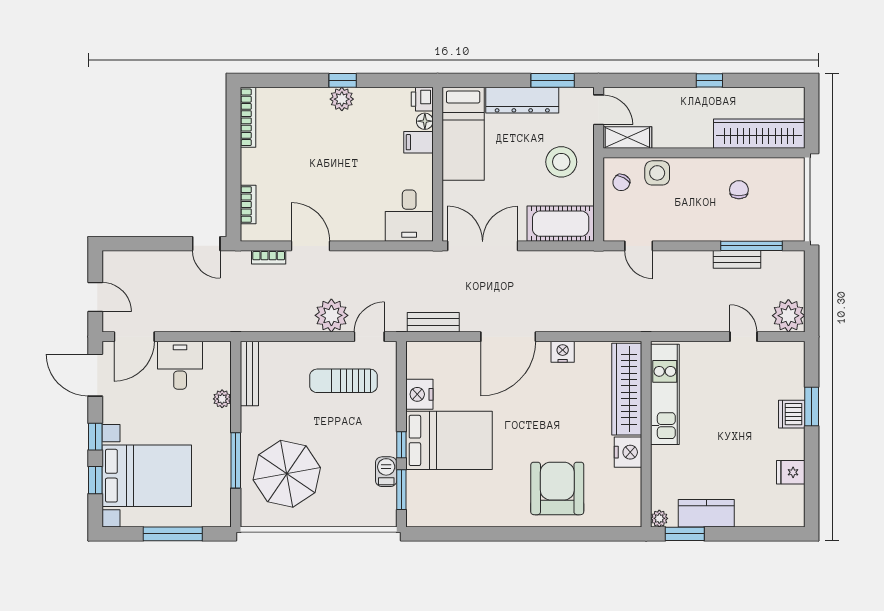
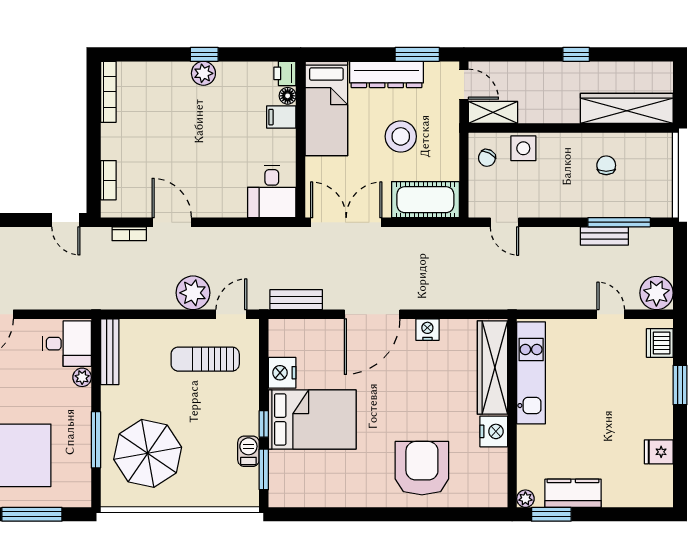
stool: (561, 162) -> (401, 136), moved
desk: (180, 365) -> (67, 344), moved, turned 90
dishwasher: (792, 414) -> (660, 343), moved

